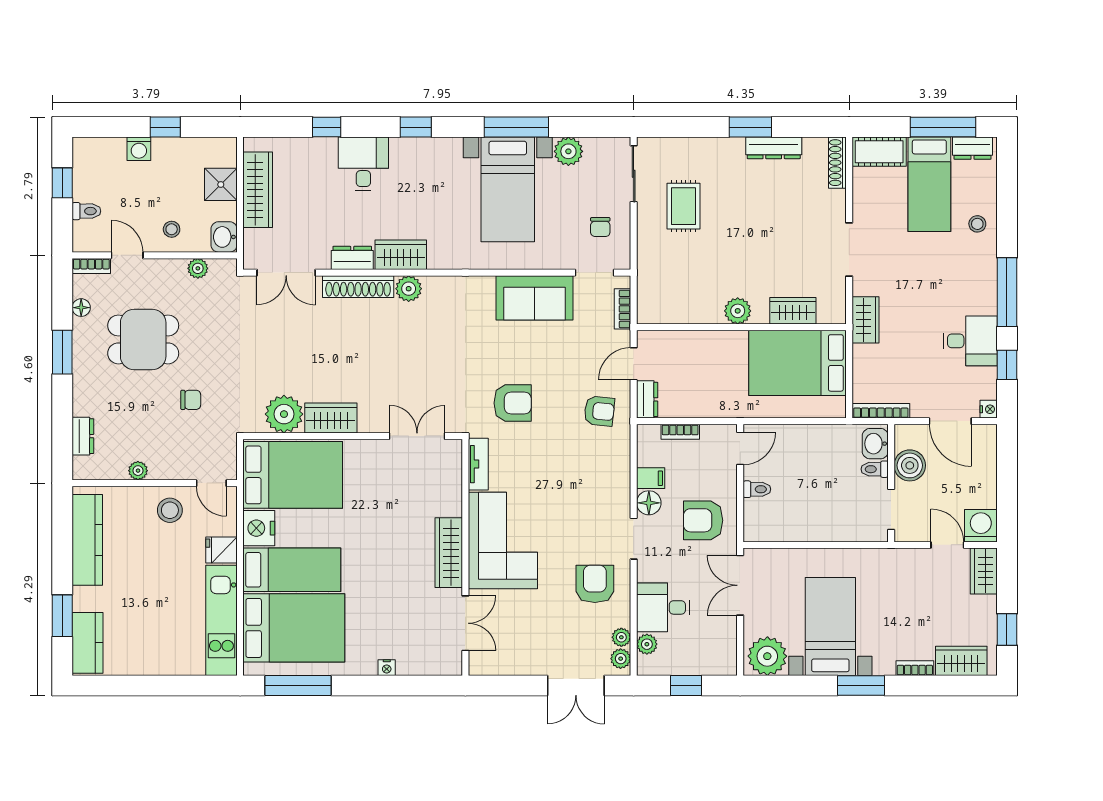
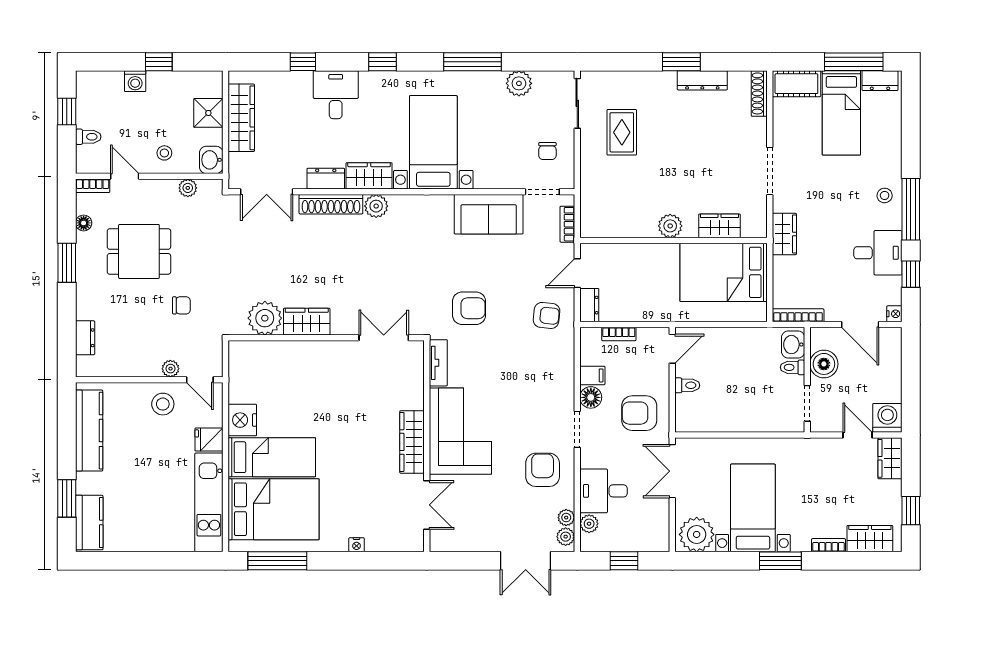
bed with nightstands: (508, 189) -> (433, 142), moved, turned 180
stool: (977, 224) -> (885, 195), moved
plant: (138, 471) -> (170, 369), moved
bed: (293, 475) -> (273, 373), removed

